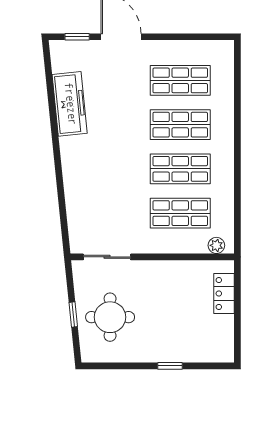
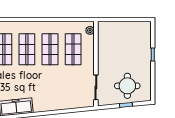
locker: (224, 293) -> (115, 26), removed

